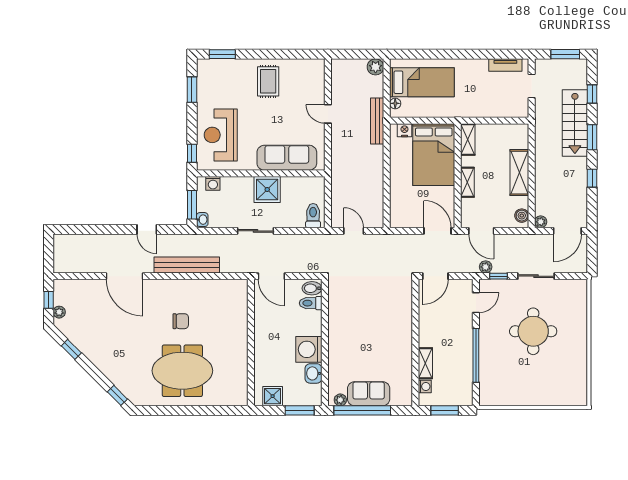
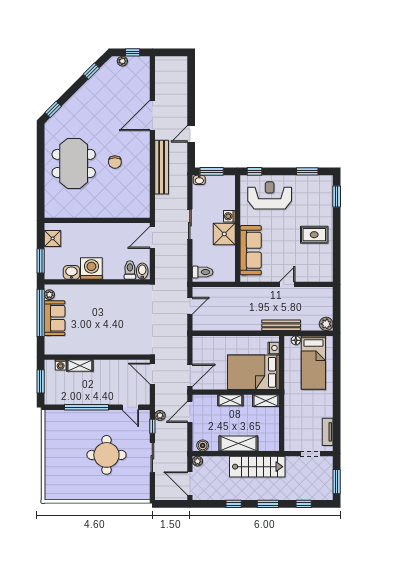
stairs: (575, 123) -> (257, 467), moved, turned 180
washing machine: (213, 183) -> (229, 216), moved

